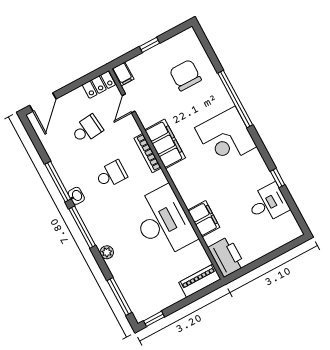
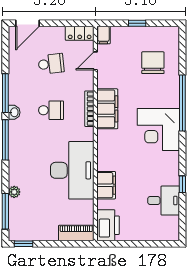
plant: (107, 252) -> (14, 192), moved

